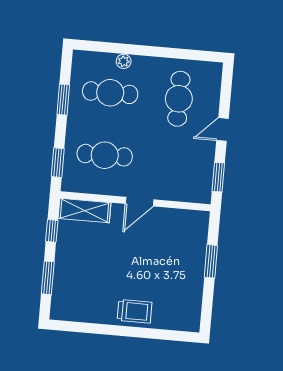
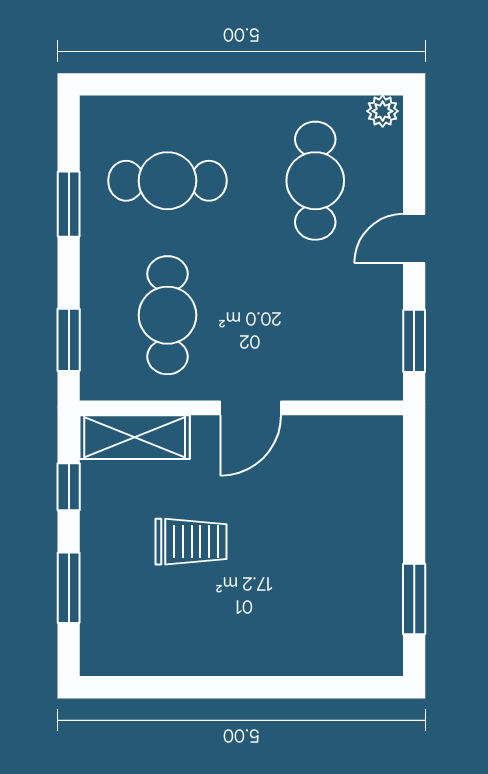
plant: (124, 61) -> (383, 111), moved
cafe table: (105, 155) -> (167, 315), turned 90
window: (211, 261) -> (414, 599), moved
trolley: (135, 311) -> (191, 542), moved

